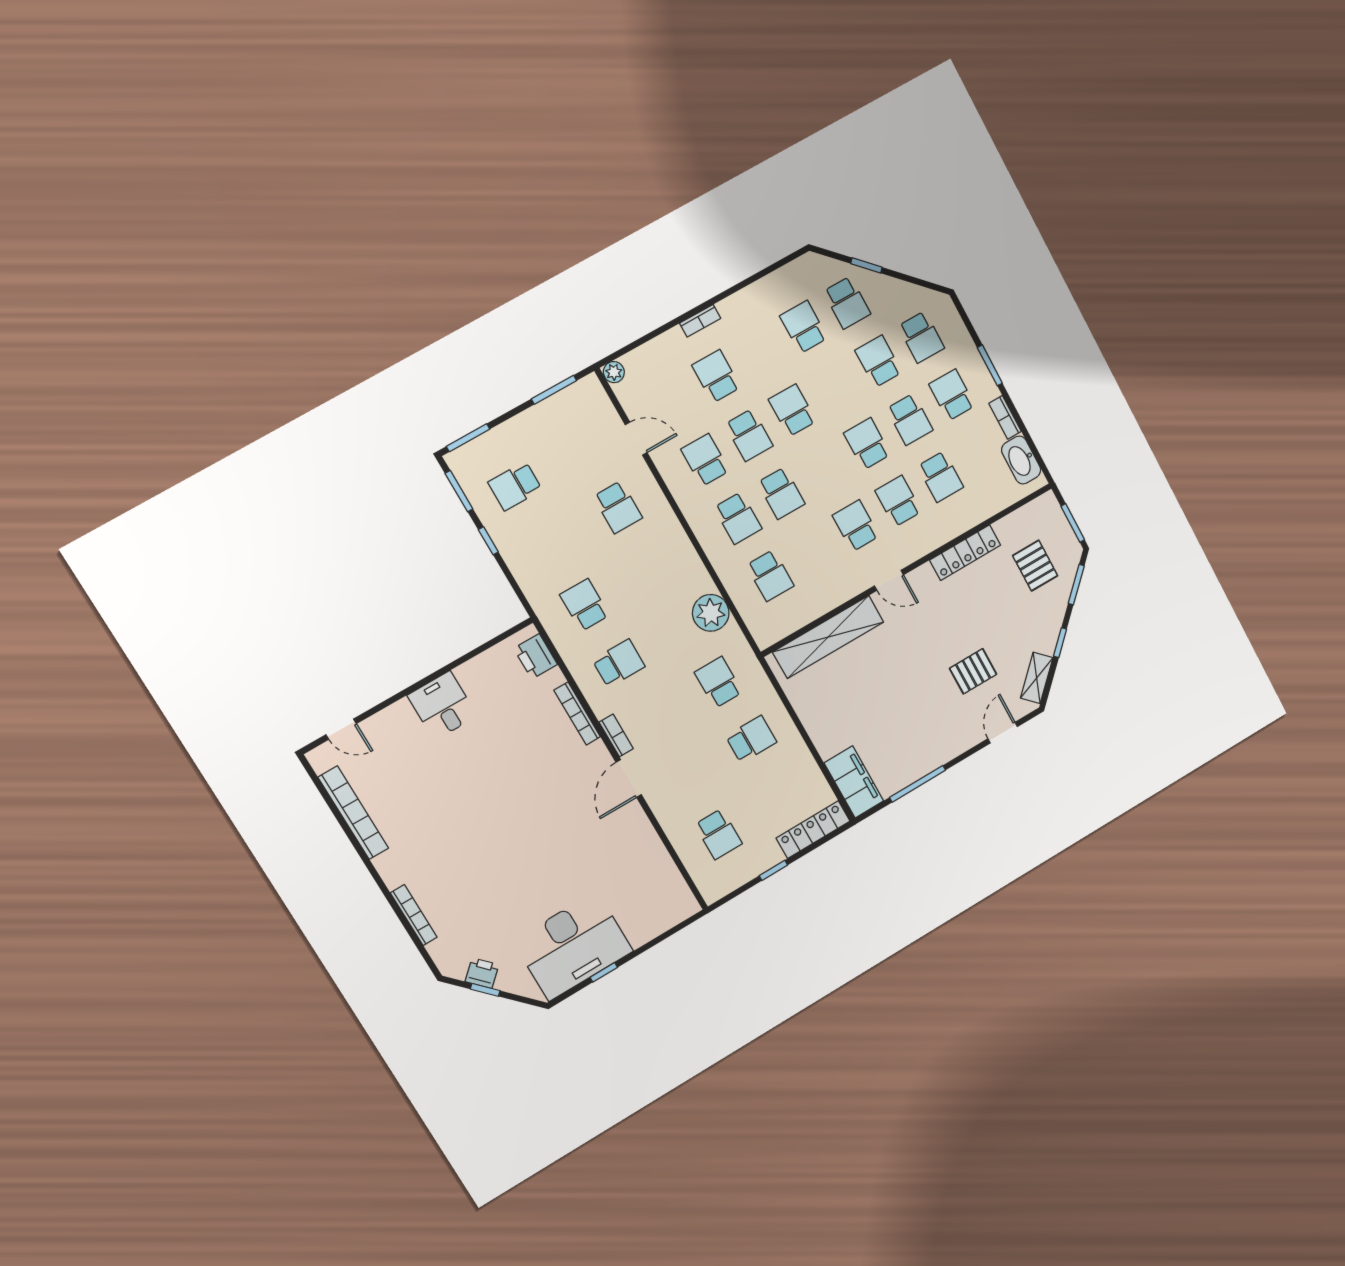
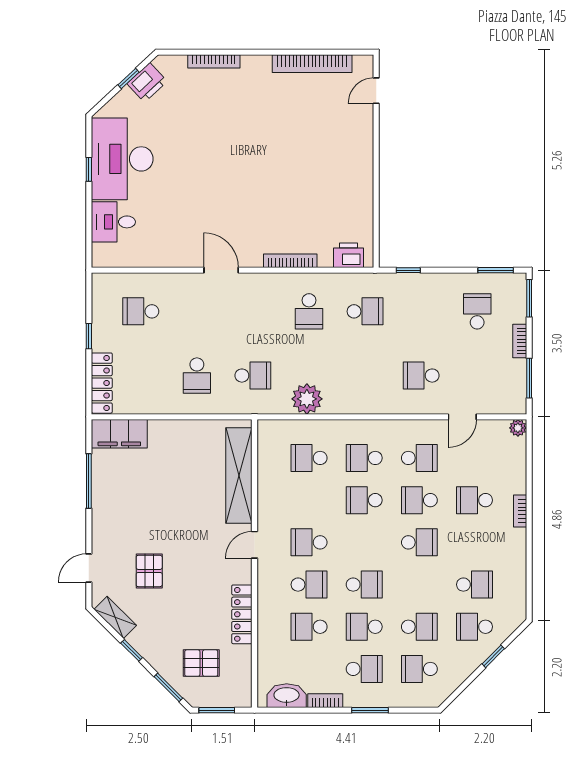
school desk: (716, 376) -> (474, 500), turned 180
school desk: (856, 526) -> (309, 542), turned 180
window: (488, 541) -> (408, 270), moved
desk: (442, 706) -> (113, 222), moved, turned 180
door: (1003, 733) -> (89, 568), swing flipped
bookcase: (616, 735) -> (520, 341), moved, turned 90
printer: (482, 973) -> (147, 82), width x1.36, depth x1.24

